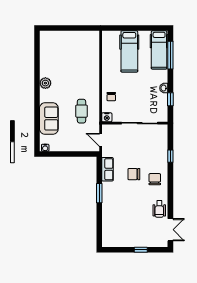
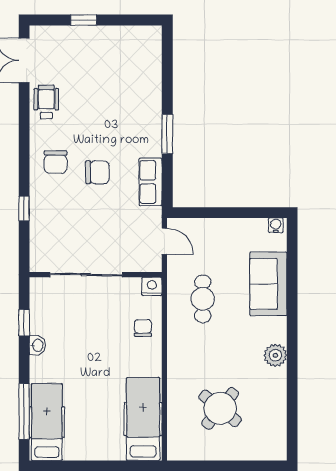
hospital bed: (129, 51) -> (143, 419), moved
round table: (73, 57) -> (220, 408), added

